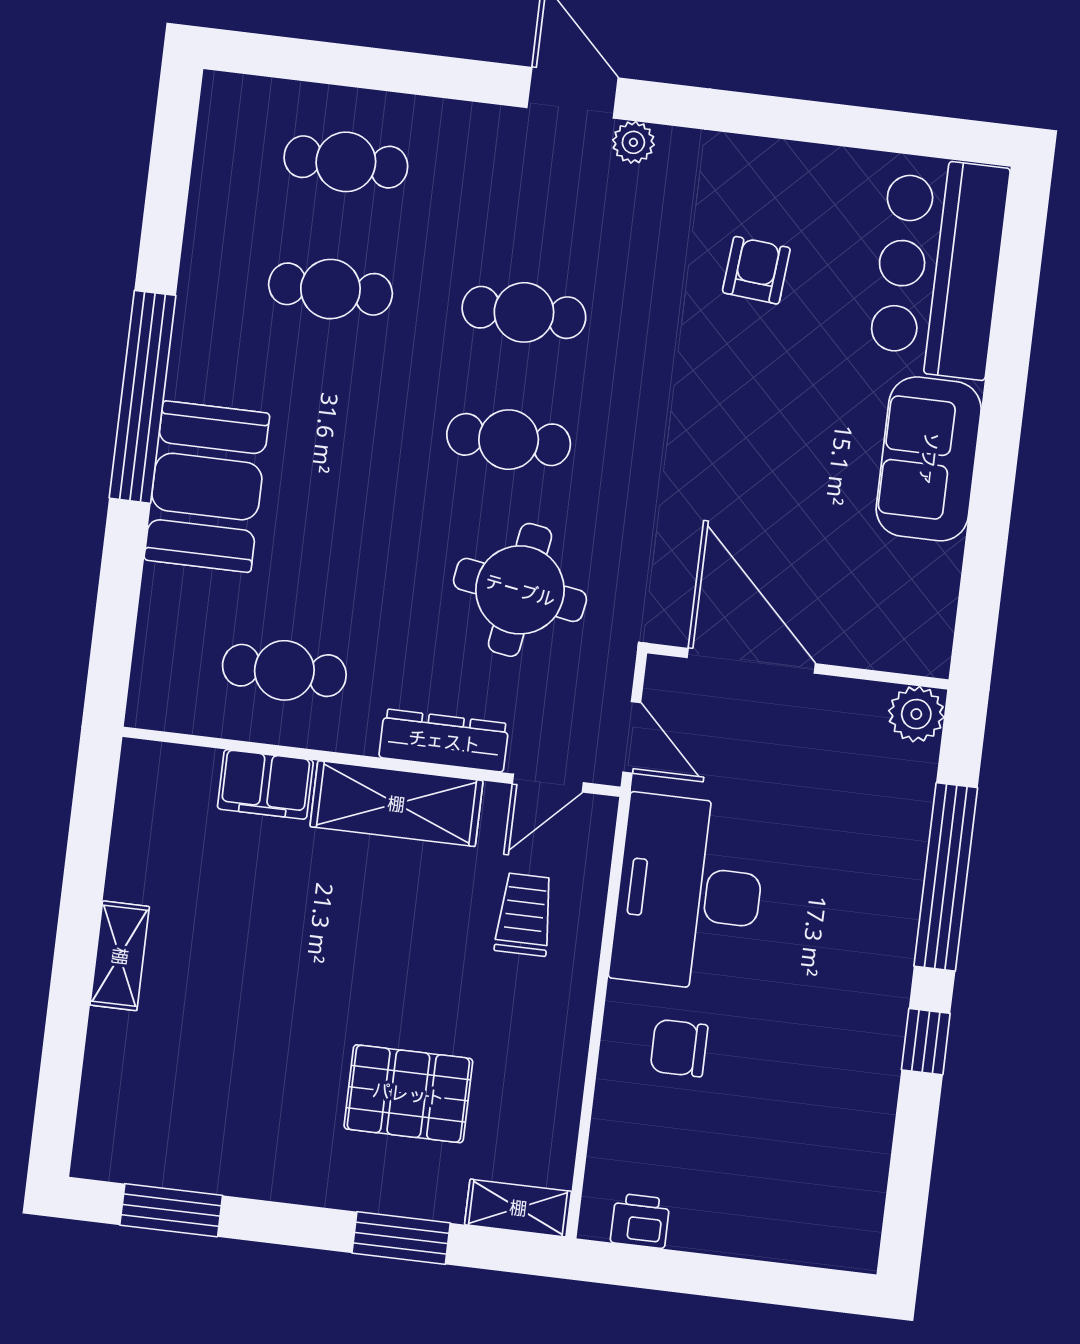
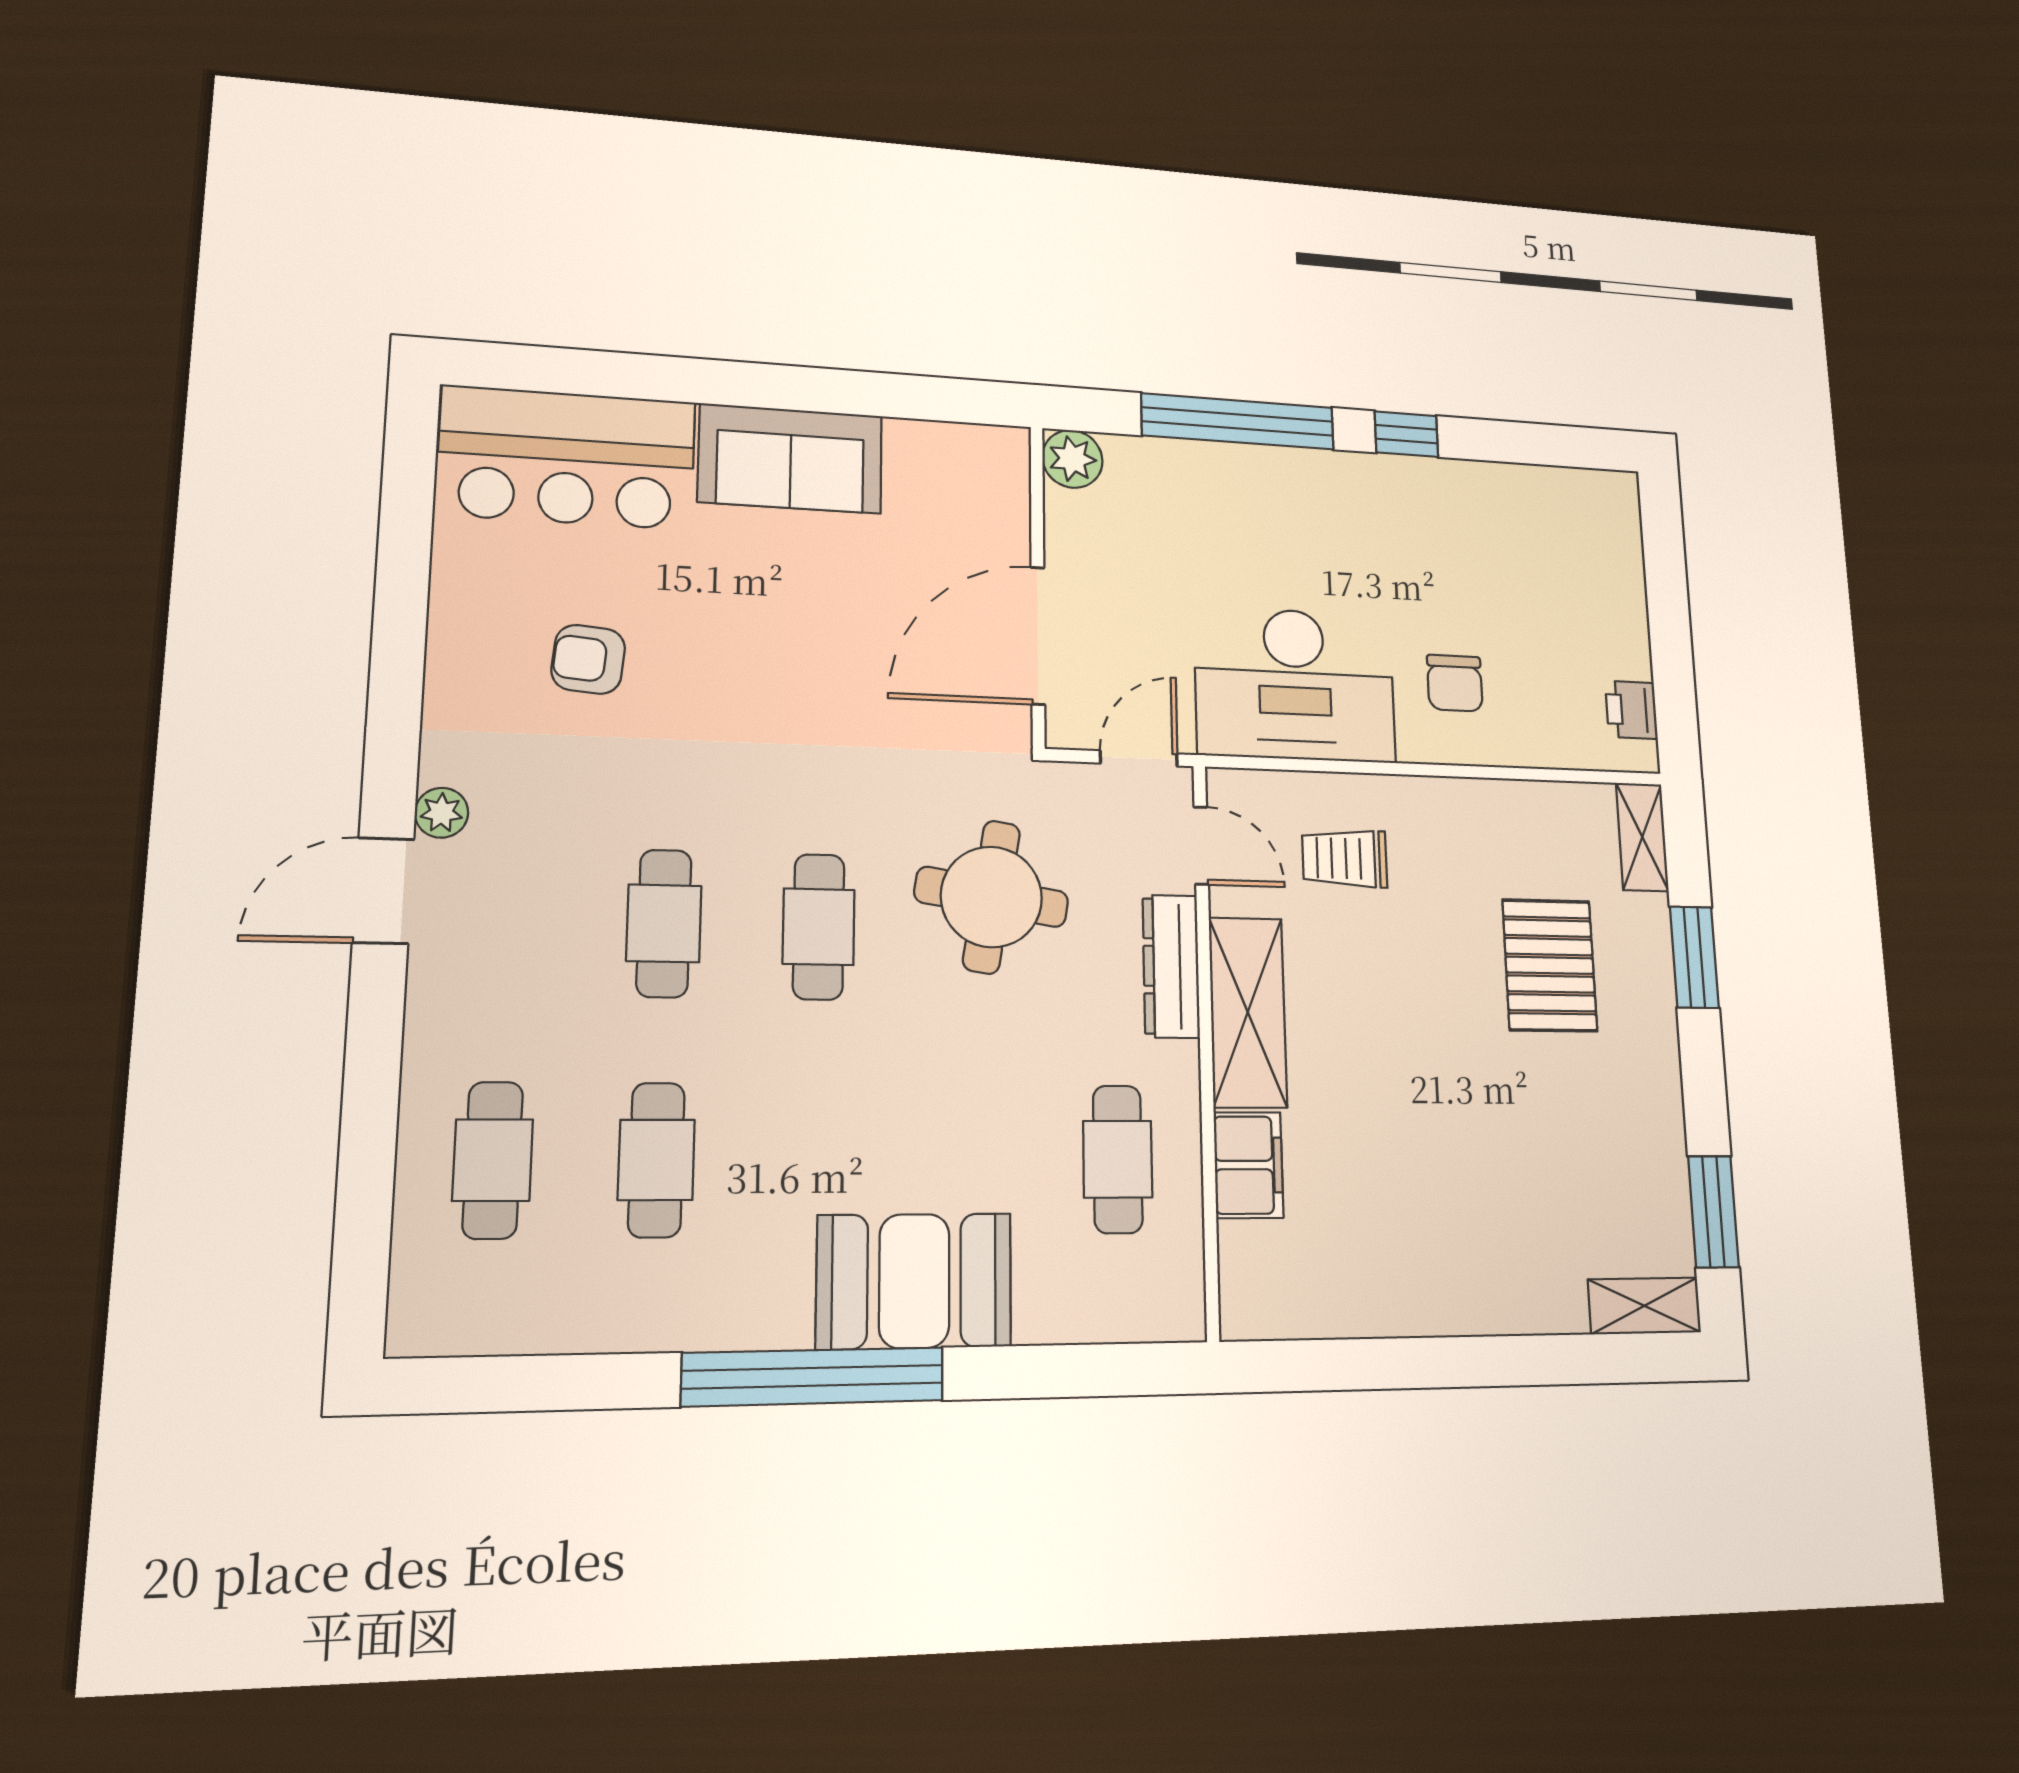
shelving: (120, 956) -> (1644, 1306), moved

